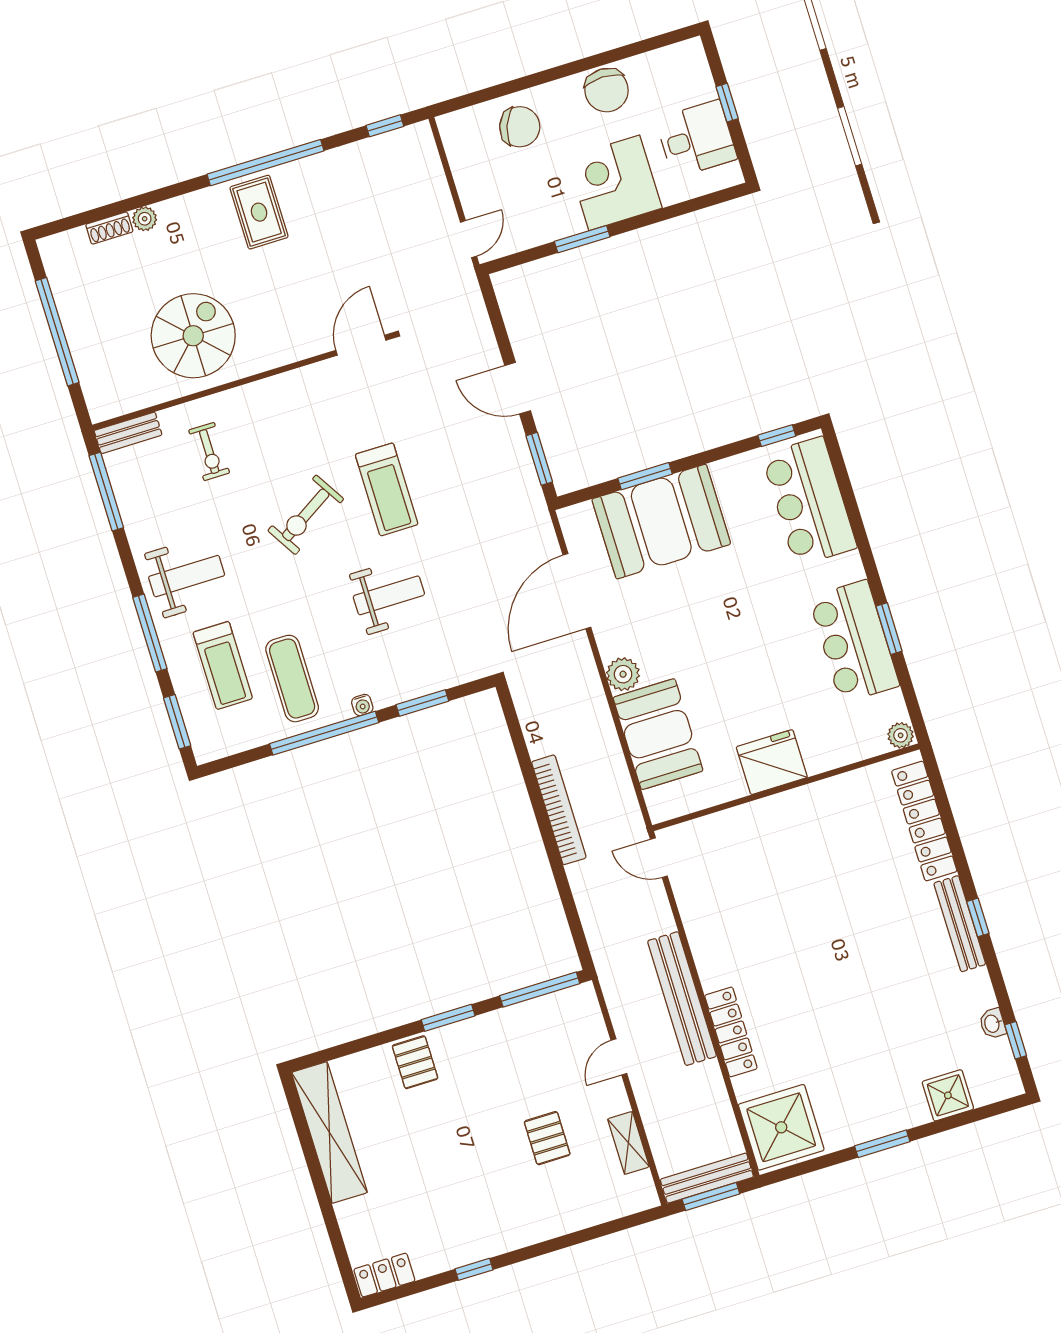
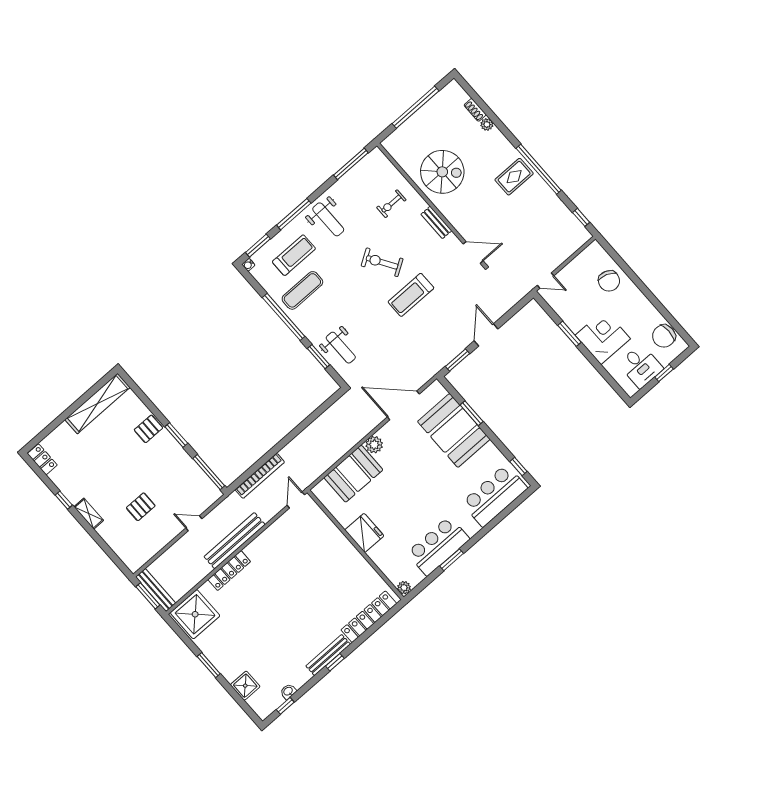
chair: (607, 90) -> (664, 336), moved
bench: (128, 433) -> (436, 222), moved
weight bench: (389, 595) -> (341, 348), moved
treadmill: (223, 665) -> (294, 255), turned 180
water cooler: (362, 705) -> (248, 265), moved
bookcase: (559, 810) -> (260, 476), moved
shelving: (628, 1143) -> (89, 514), moved, turned 90

